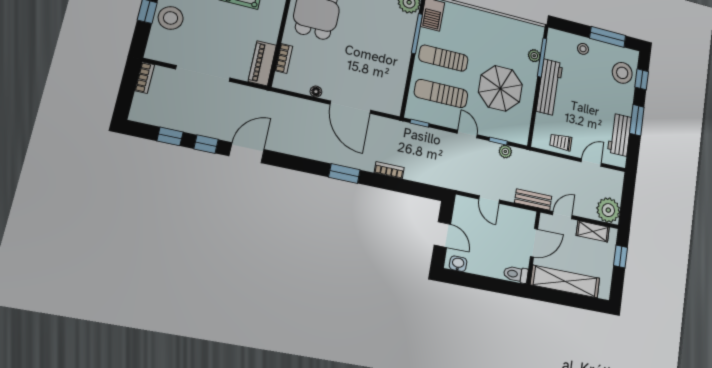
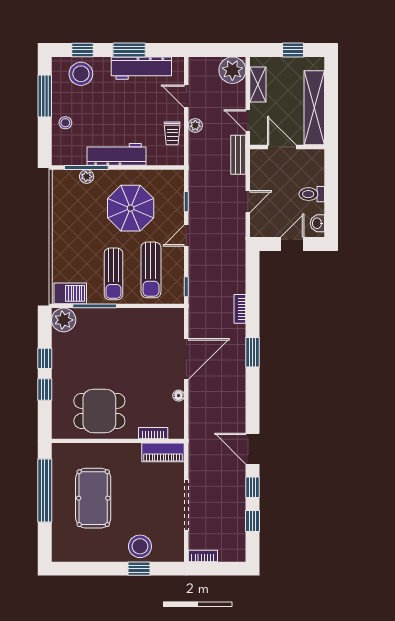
workbench: (619, 135) -> (141, 68), width x1.38
plant: (505, 151) -> (195, 125), moved
window: (621, 257) -> (293, 50), moved
toilet: (516, 274) -> (312, 194), moved, turned 90

